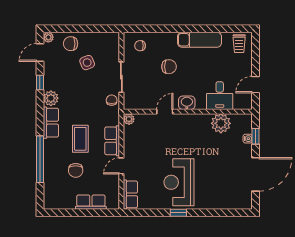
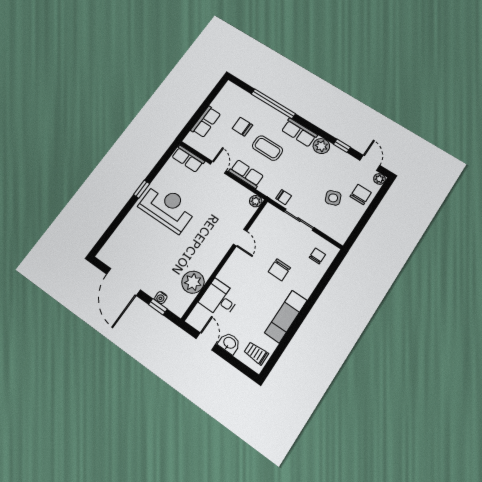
washbasin: (187, 103) -> (229, 343), moved, turned -90

